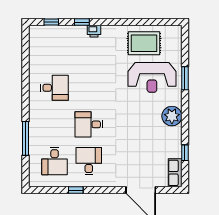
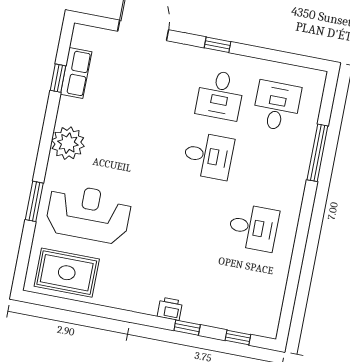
rug: (144, 43) -> (67, 273), moved
desk: (55, 88) -> (253, 228), turned 180
row of seats: (175, 173) -> (76, 73), moved
window: (76, 190) -> (218, 45), moved

